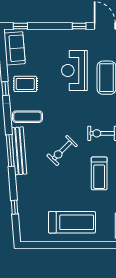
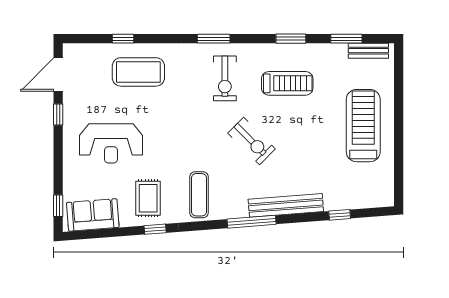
reception desk: (74, 70) -> (111, 143), moved
bench: (19, 151) -> (286, 205), moved

